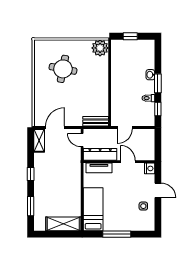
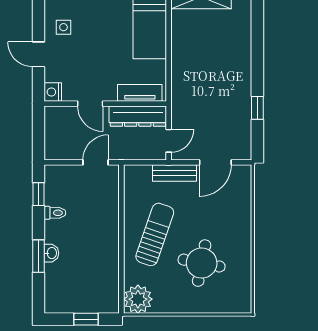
window: (158, 83) -> (38, 256), moved
sun lounger: (90, 86) -> (155, 234), added
bench: (96, 121) -> (175, 173), moved
shelving: (39, 140) -> (243, 140), removed
door: (82, 140) -> (169, 141), hinge flipped
window: (31, 174) -> (257, 108), moved
window: (31, 206) -> (257, 27), removed

